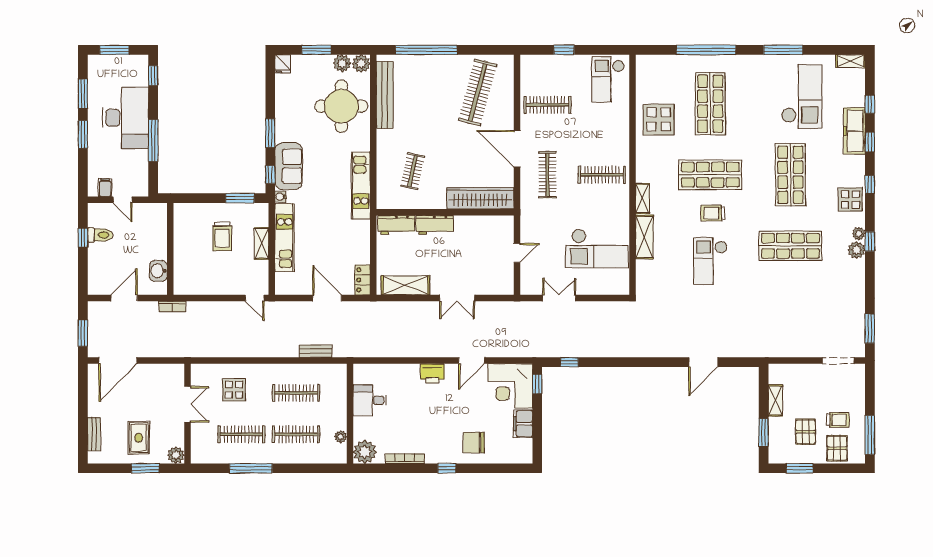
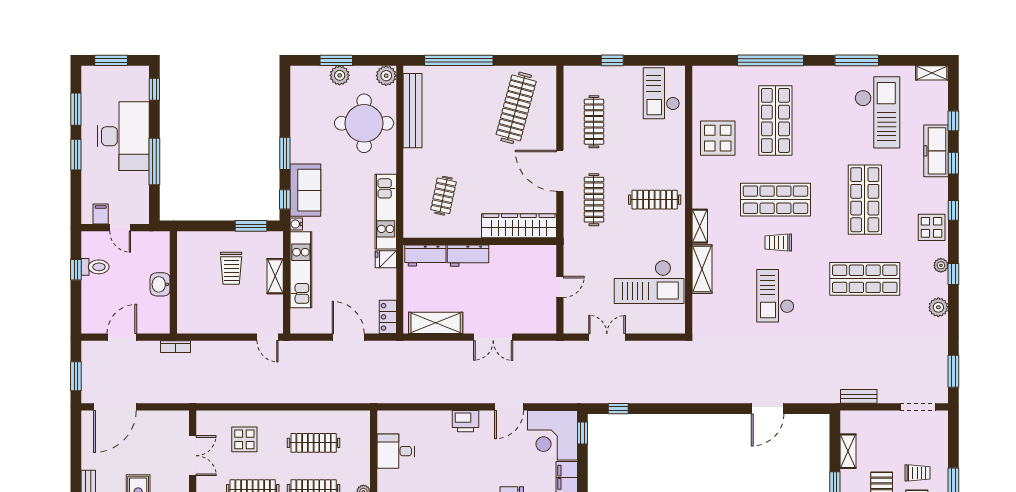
plant: (342, 63) -> (340, 75), moved
fridge: (283, 64) -> (386, 259), moved, turned 90
clothes rail: (548, 105) -> (594, 122), turned 90
plant: (856, 250) -> (938, 307), moved
washbasin: (158, 271) -> (160, 284), moved
bench: (316, 351) -> (859, 396), moved

